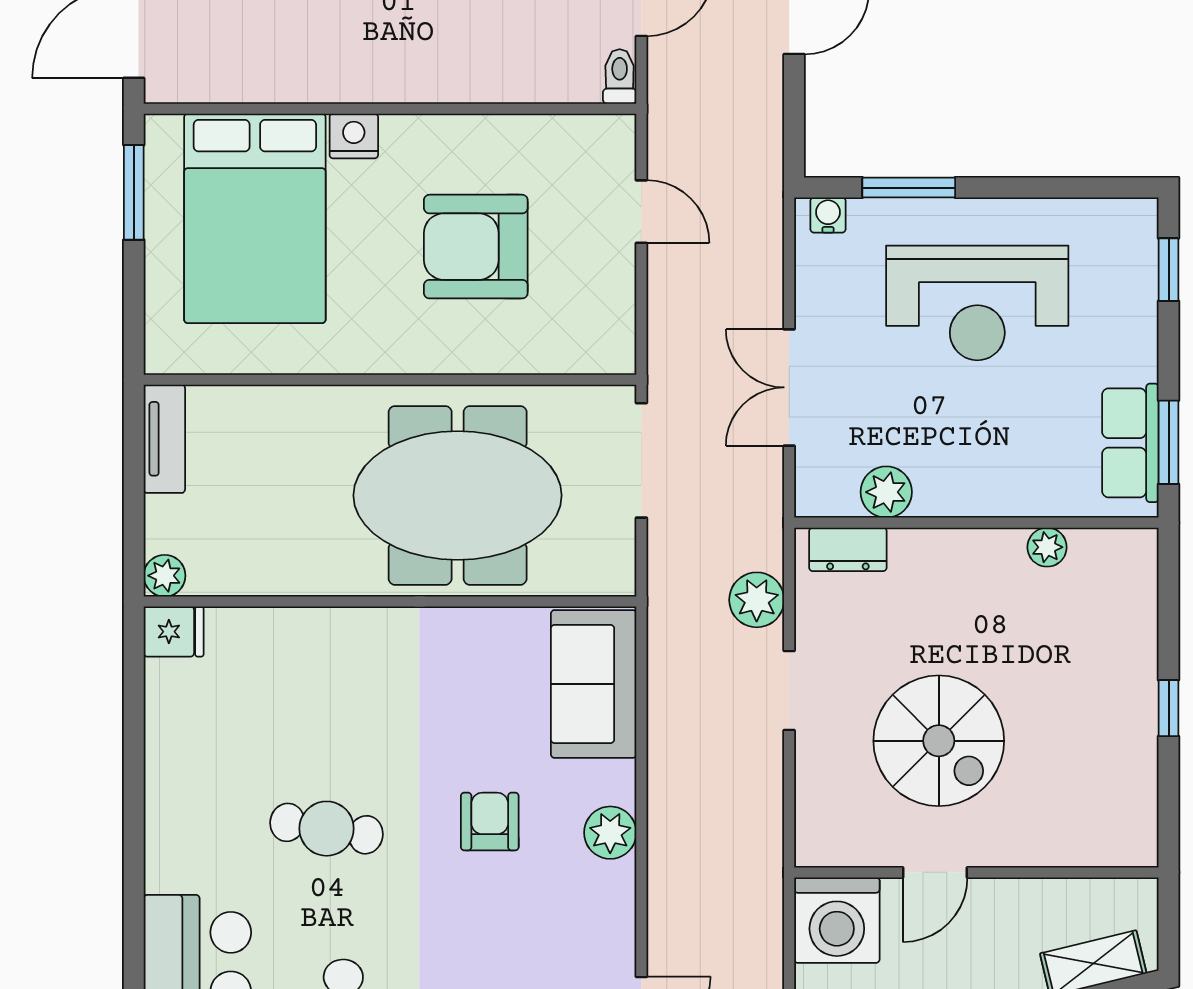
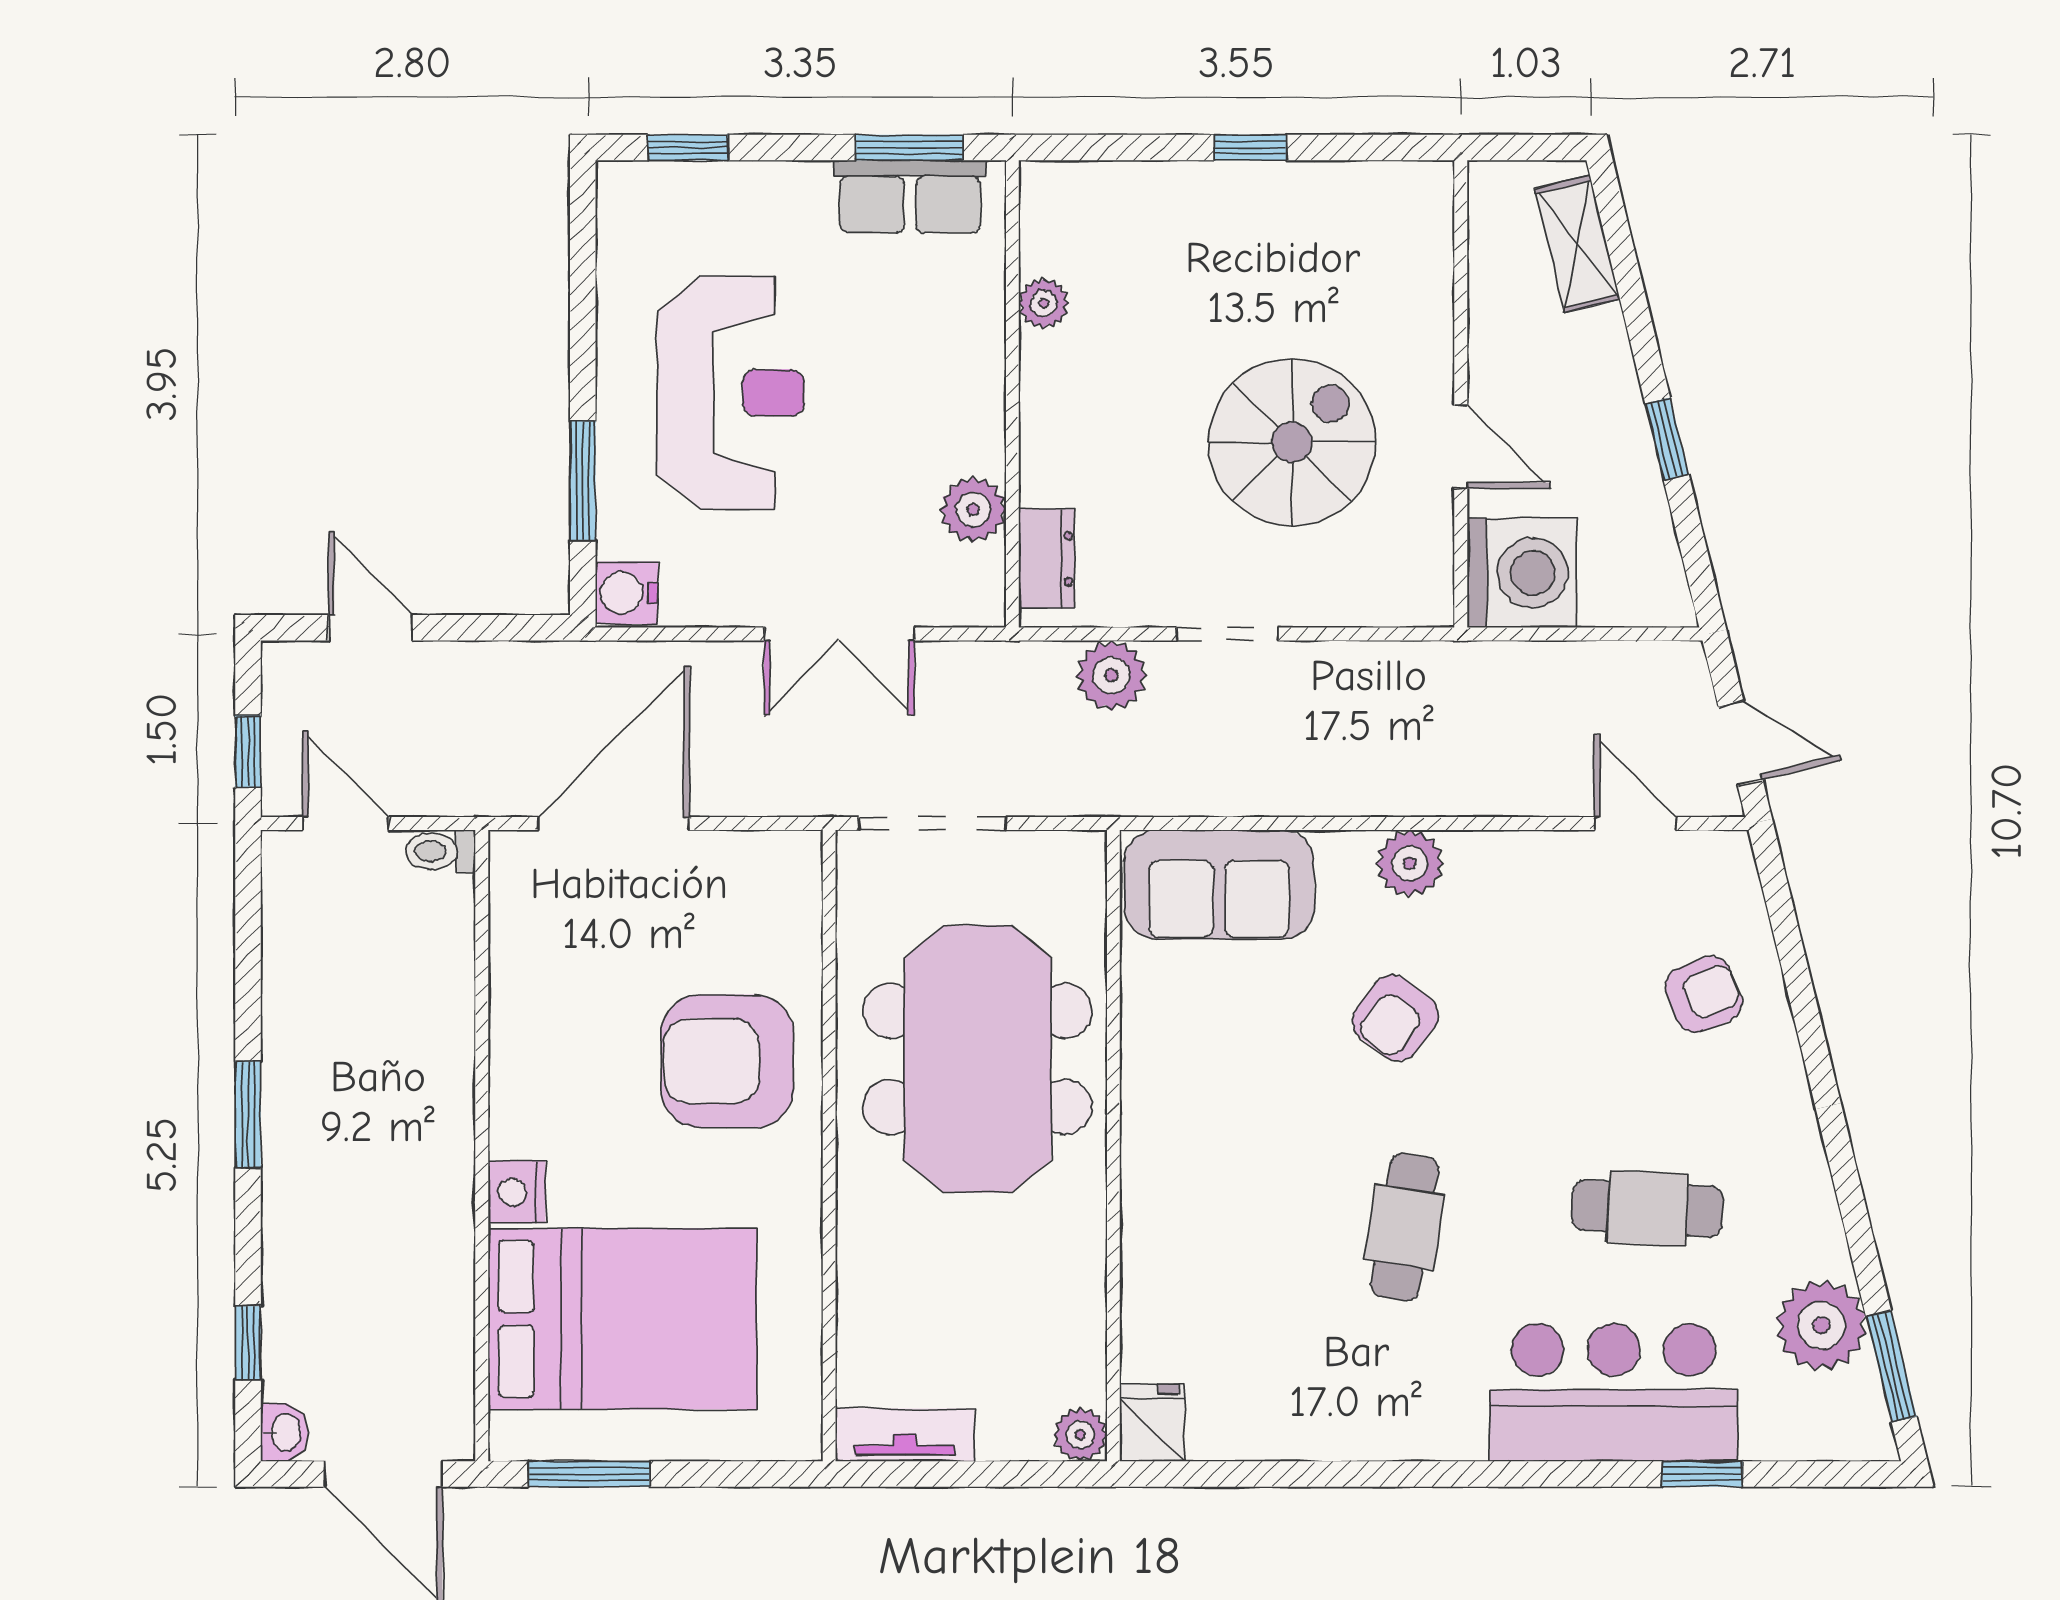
door: (641, 212) -> (614, 823), width x1.87
water cooler: (828, 215) -> (627, 593), width x1.38, depth x1.38
armchair: (476, 247) -> (727, 1061), moved, turned 90
armchair: (490, 821) -> (1395, 1018), turned -53

